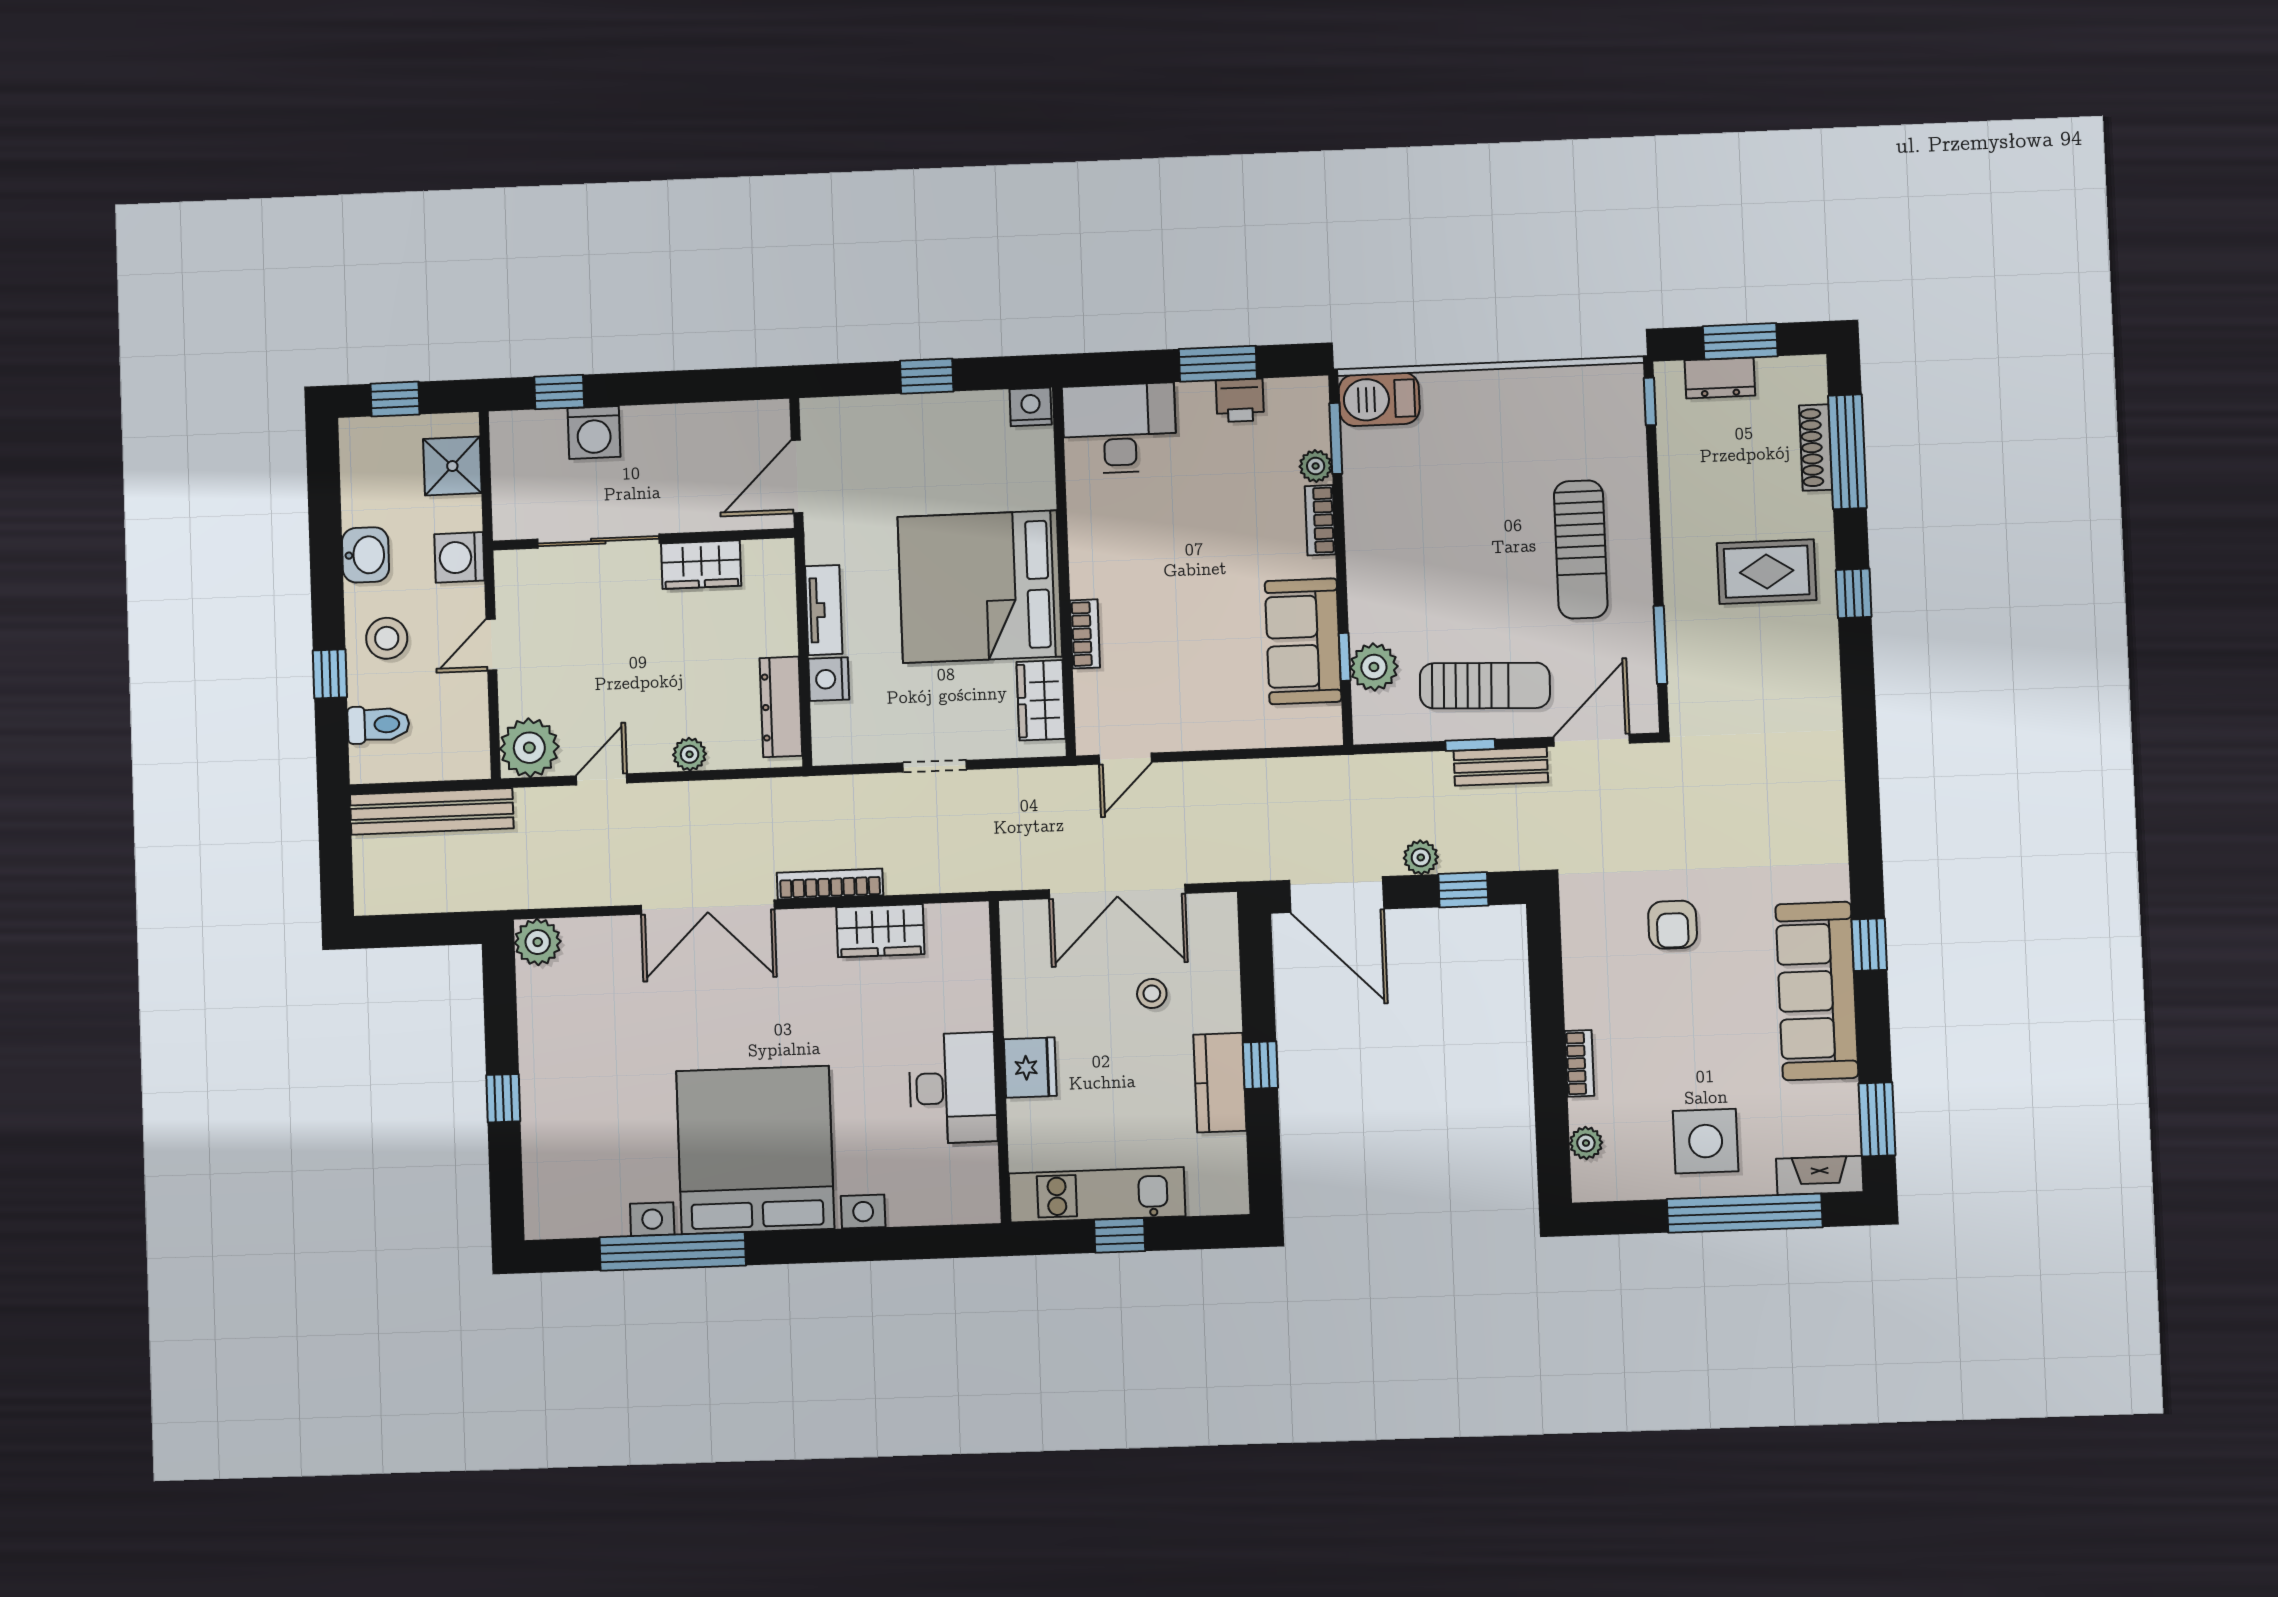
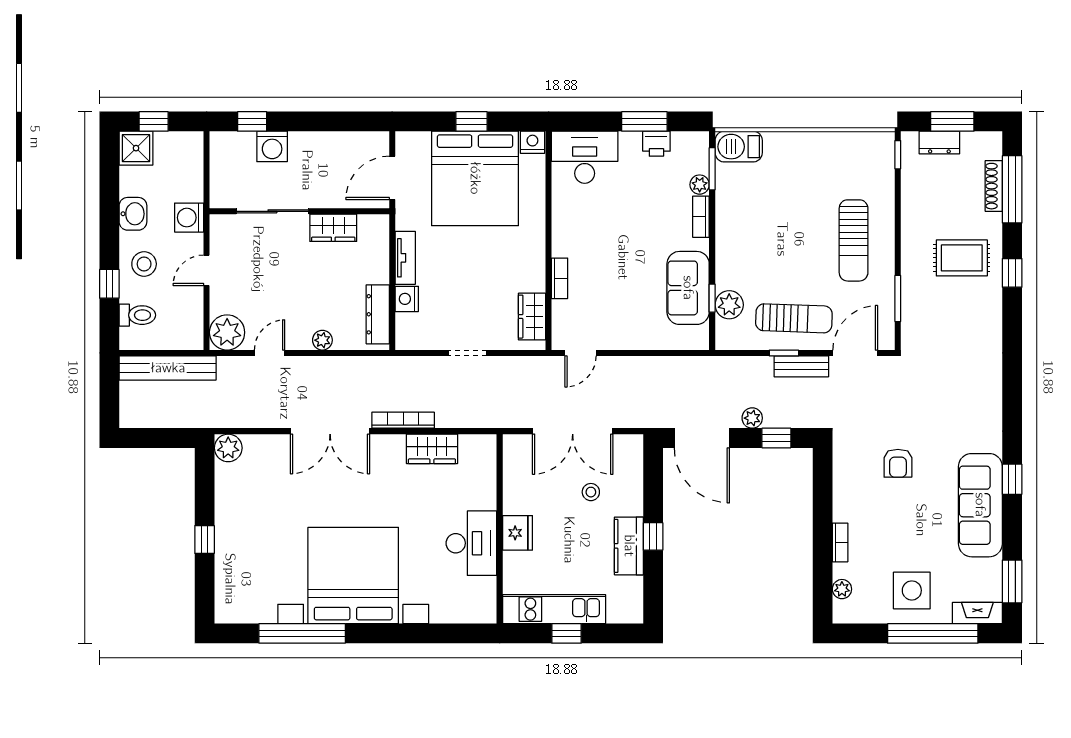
shower: (452, 466) -> (136, 148), moved
bed: (980, 587) -> (475, 178), moved, turned -90

